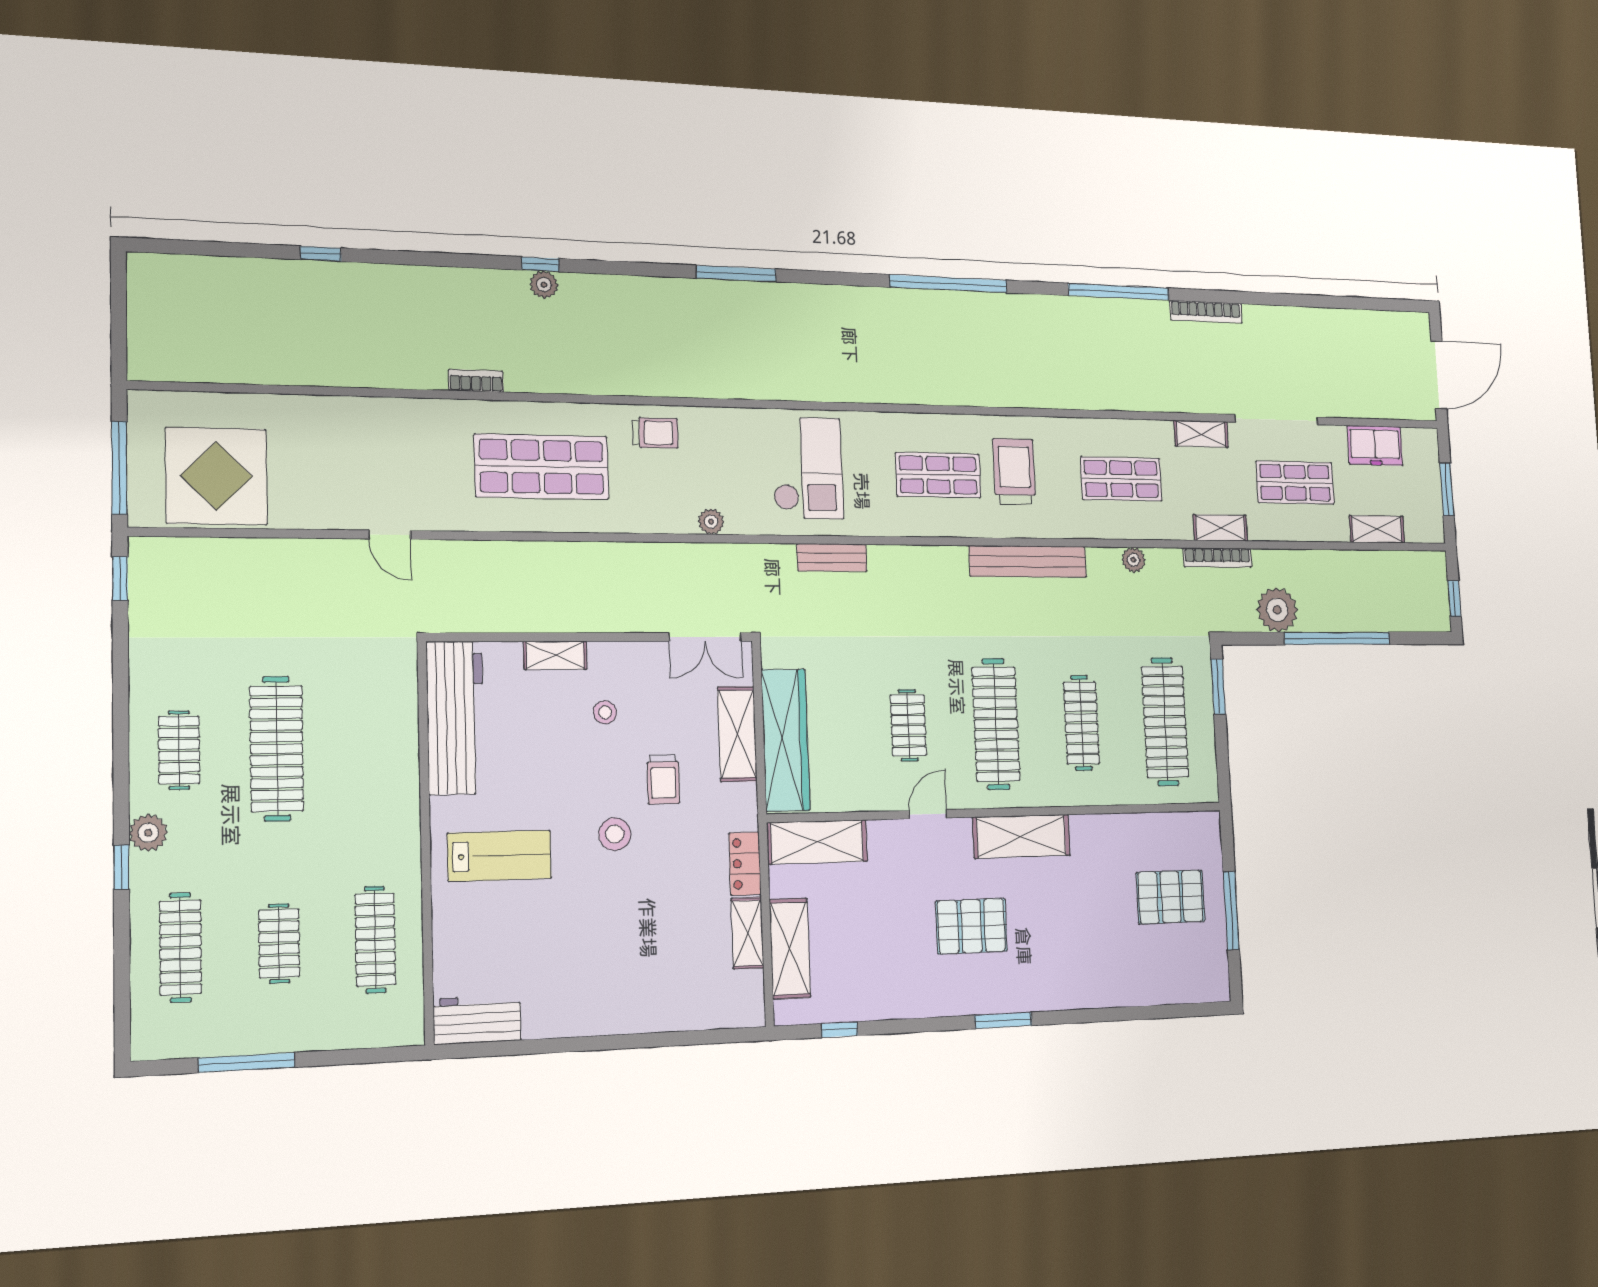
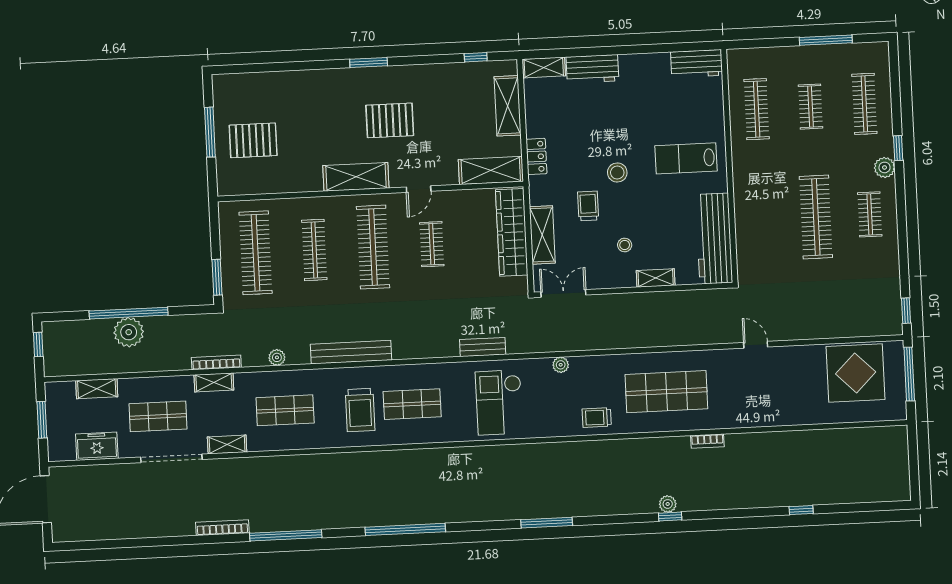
plant: (1277, 610) -> (129, 332), moved
shelving: (747, 933) -> (544, 67), moved, turned 90
workbench: (652, 1010) -> (592, 69), added

